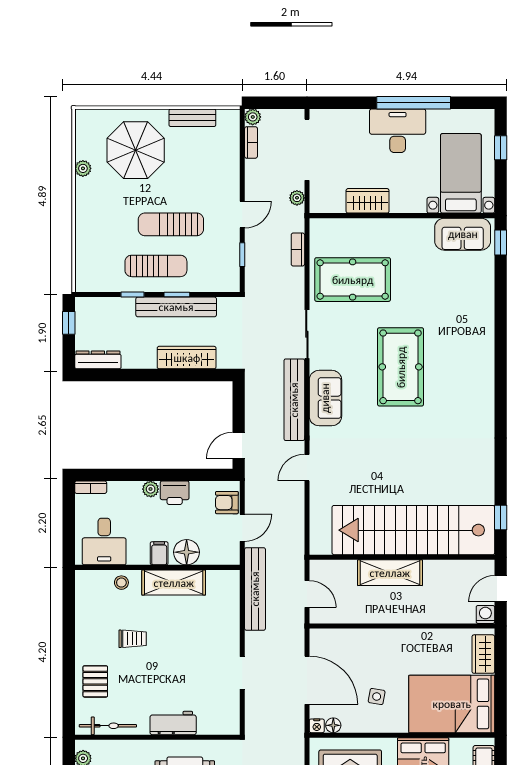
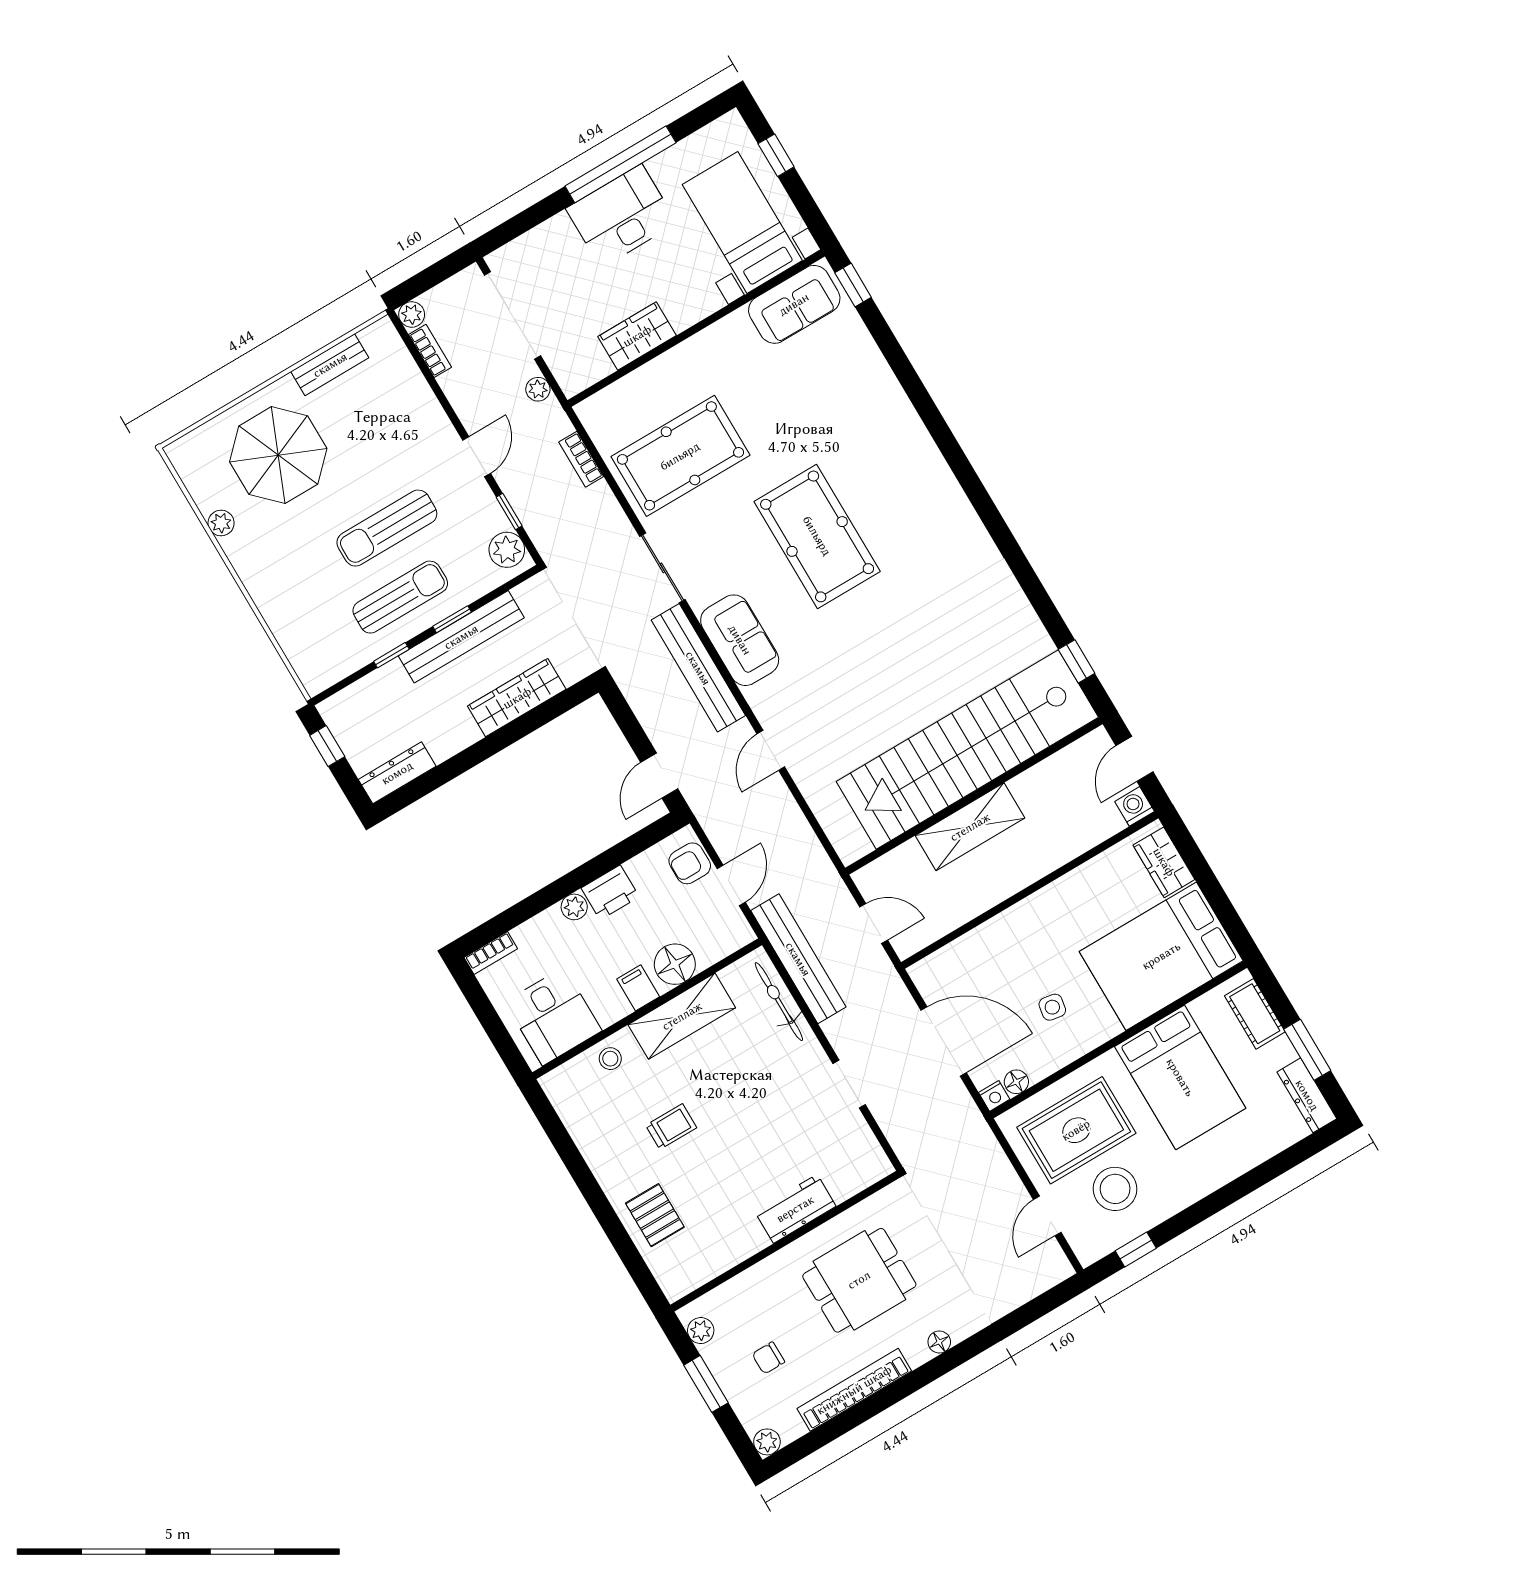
plant: (229, 275) -> (507, 550), added
bicycle: (108, 726) -> (779, 1002), moved, turned -90

